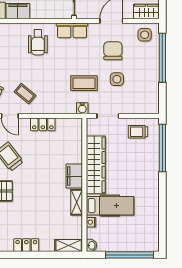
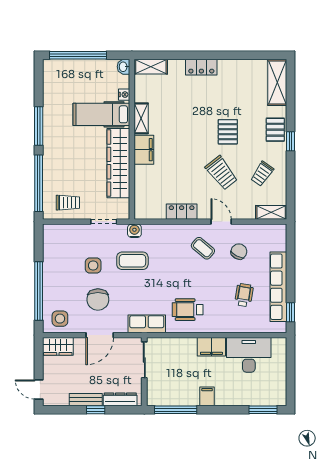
wheelchair: (38, 42) -> (188, 310), turned -90
window: (162, 196) -> (39, 126), added

